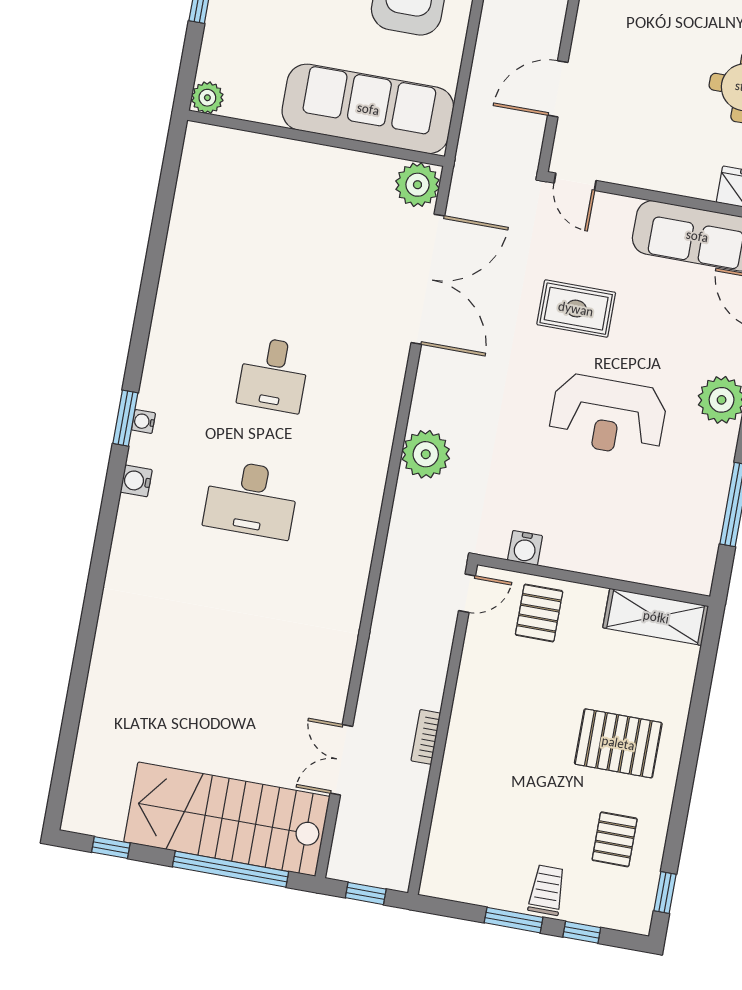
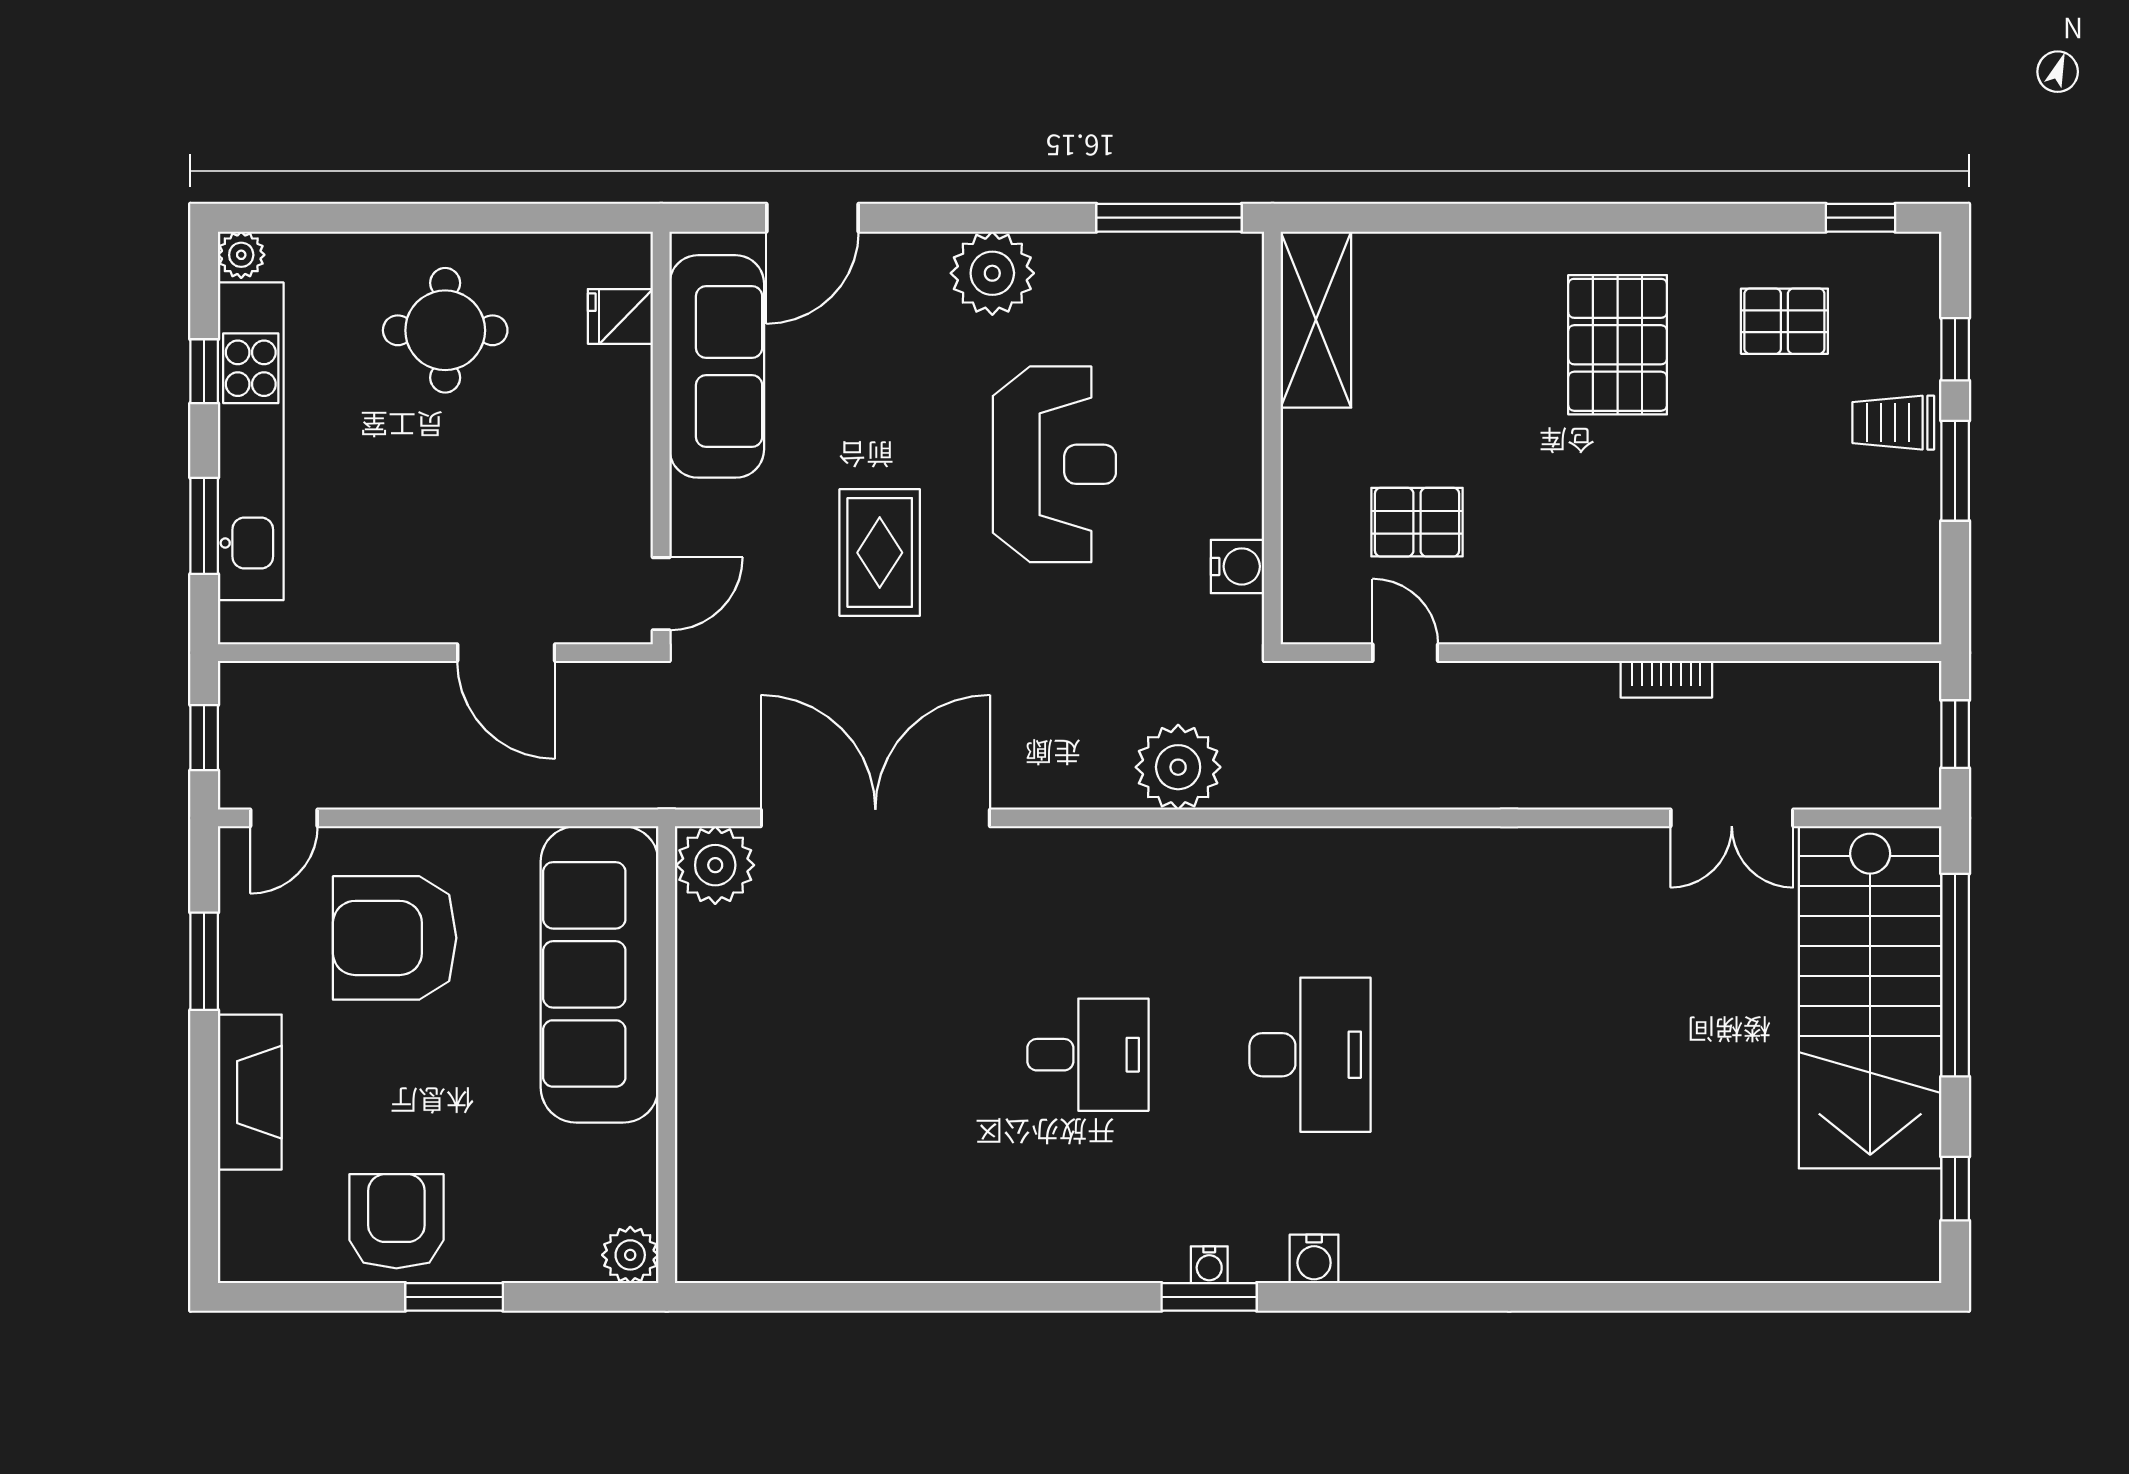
water cooler: (525, 548) -> (1237, 566), moved
wall: (594, 580) -> (1272, 438), moved
shelving: (656, 617) -> (1316, 320), moved

